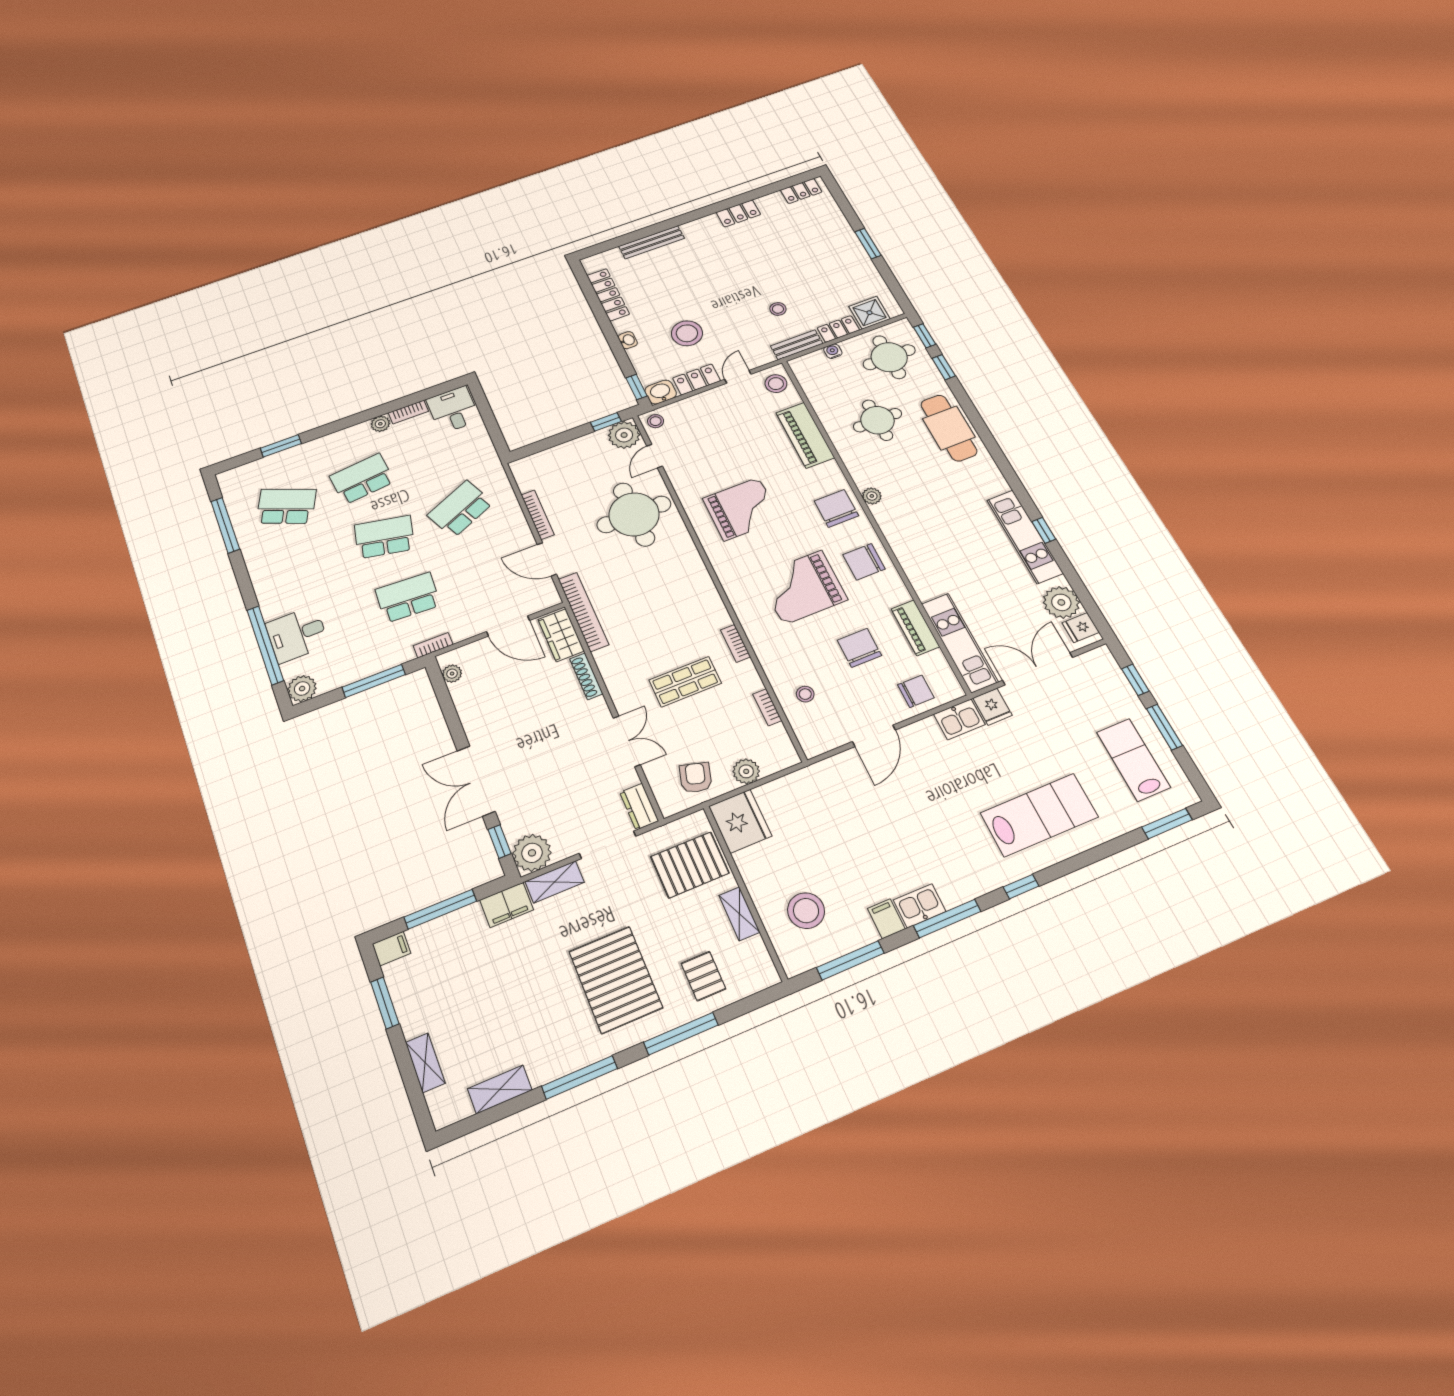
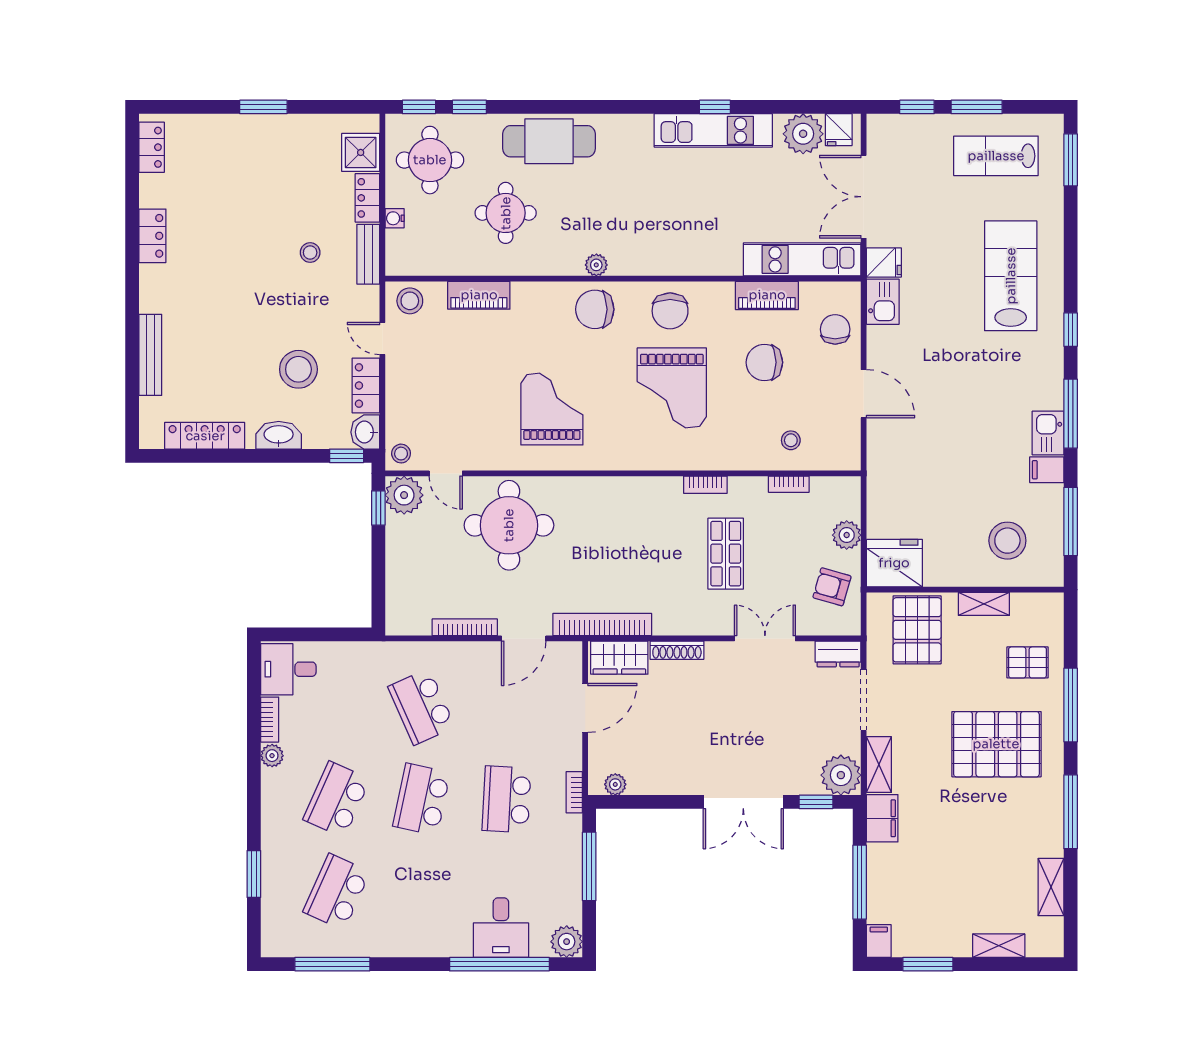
washbasin: (628, 340) -> (279, 435), width x1.91, depth x1.45
piano: (805, 435) -> (479, 295), width x0.73, depth x0.75
school desk: (362, 479) -> (337, 799), turned 30

